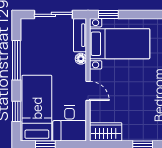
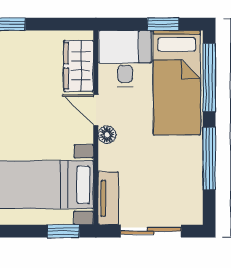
floor lamp: (81, 59) -> (107, 135), moved
window: (16, 111) -> (209, 78), width x2.17
wardrobe: (106, 132) -> (79, 66), moved, turned 90

